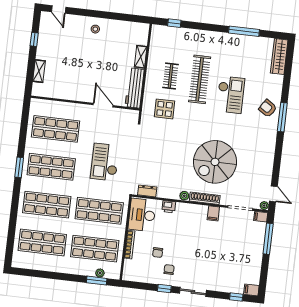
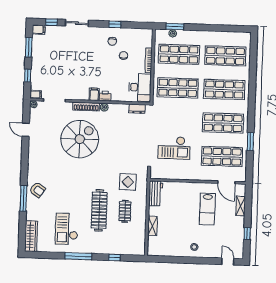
window: (174, 23) -> (114, 257), moved
window: (244, 31) -> (78, 256), moved
lab bench: (77, 71) -> (207, 209), added
workbench: (135, 88) -> (156, 193), width x0.73
checkout: (230, 95) -> (67, 229), moved
door: (103, 105) -> (226, 182), moved
window: (282, 117) -> (23, 198), moved
checkout: (105, 162) -> (174, 148), moved, turned 90
window: (19, 167) -> (250, 142), moved
door: (273, 194) -> (26, 130), moved
printer: (169, 207) -> (105, 96), moved
filing cabinet: (213, 213) -> (94, 94), moved
window: (268, 239) -> (28, 75), width x0.46
window: (264, 271) -> (29, 47), added
sliding door: (193, 292) -> (77, 23), moved

